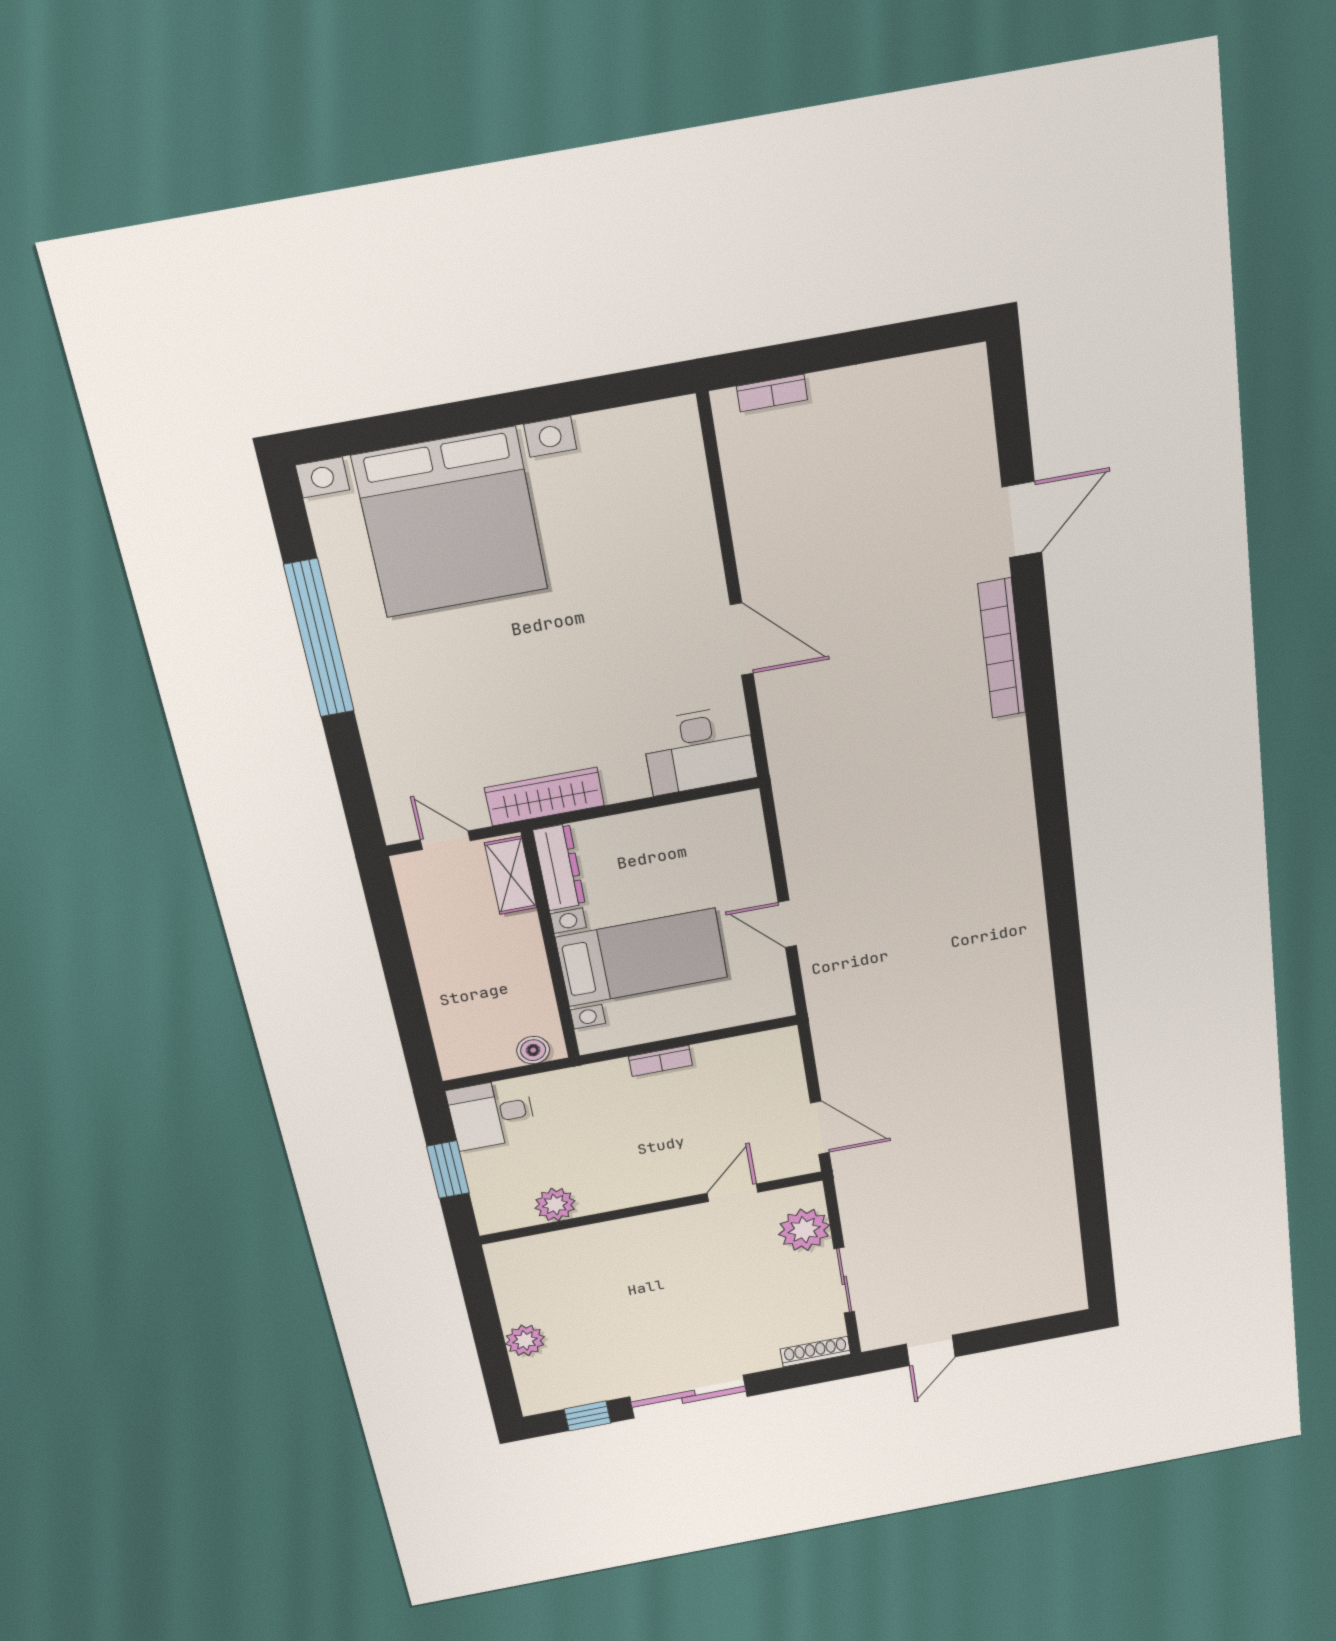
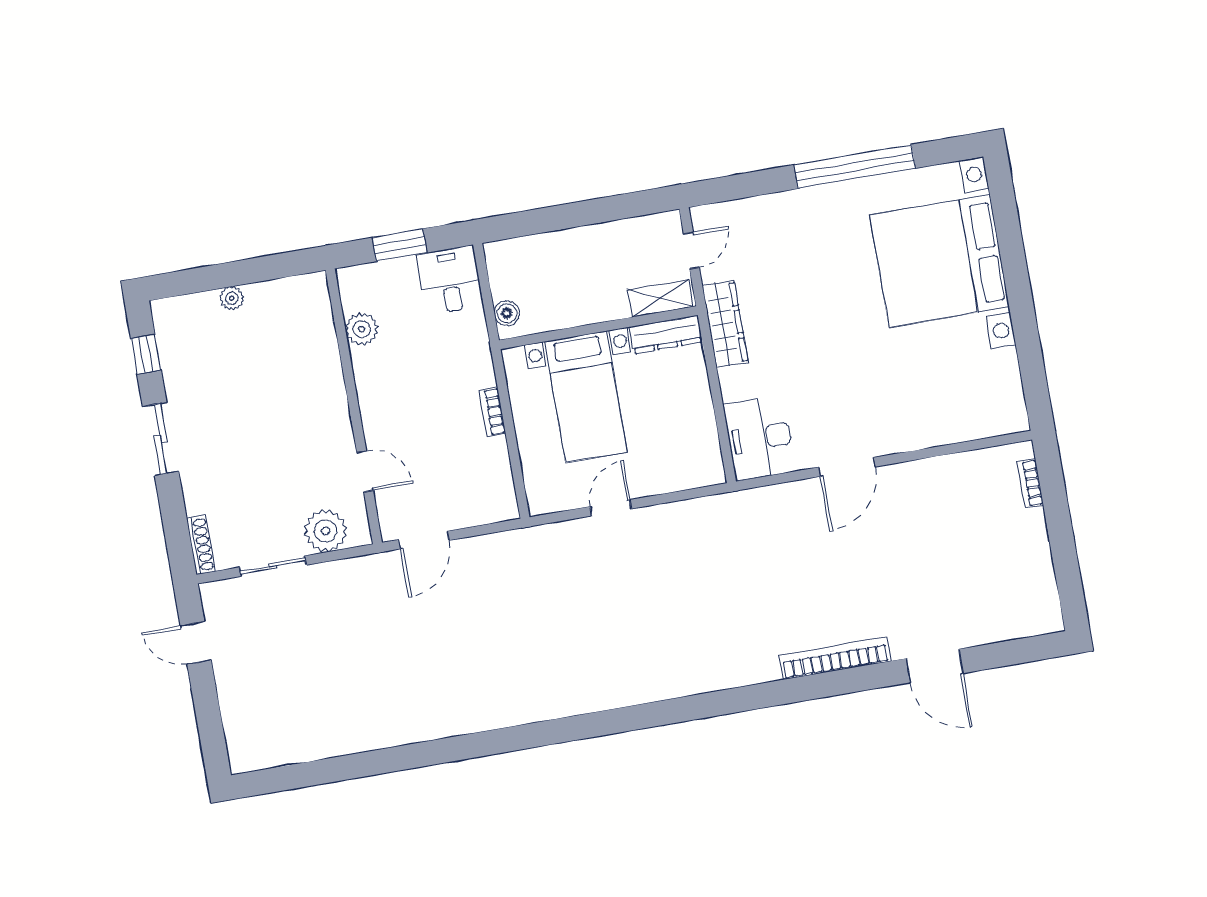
plant: (525, 1340) -> (232, 298), width x0.73, depth x0.73
sliding door: (688, 1397) -> (161, 439), width x0.73

